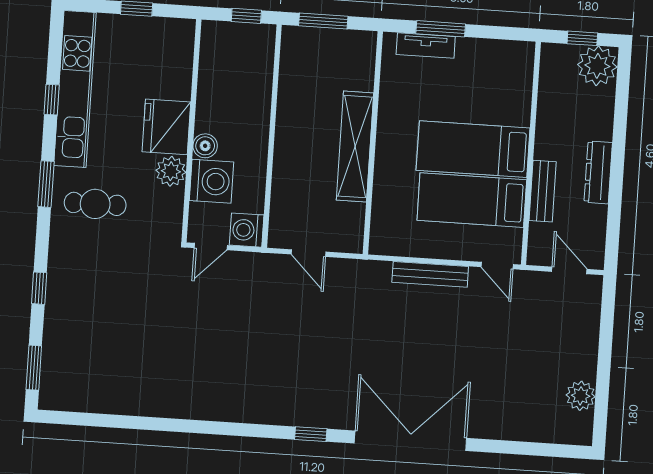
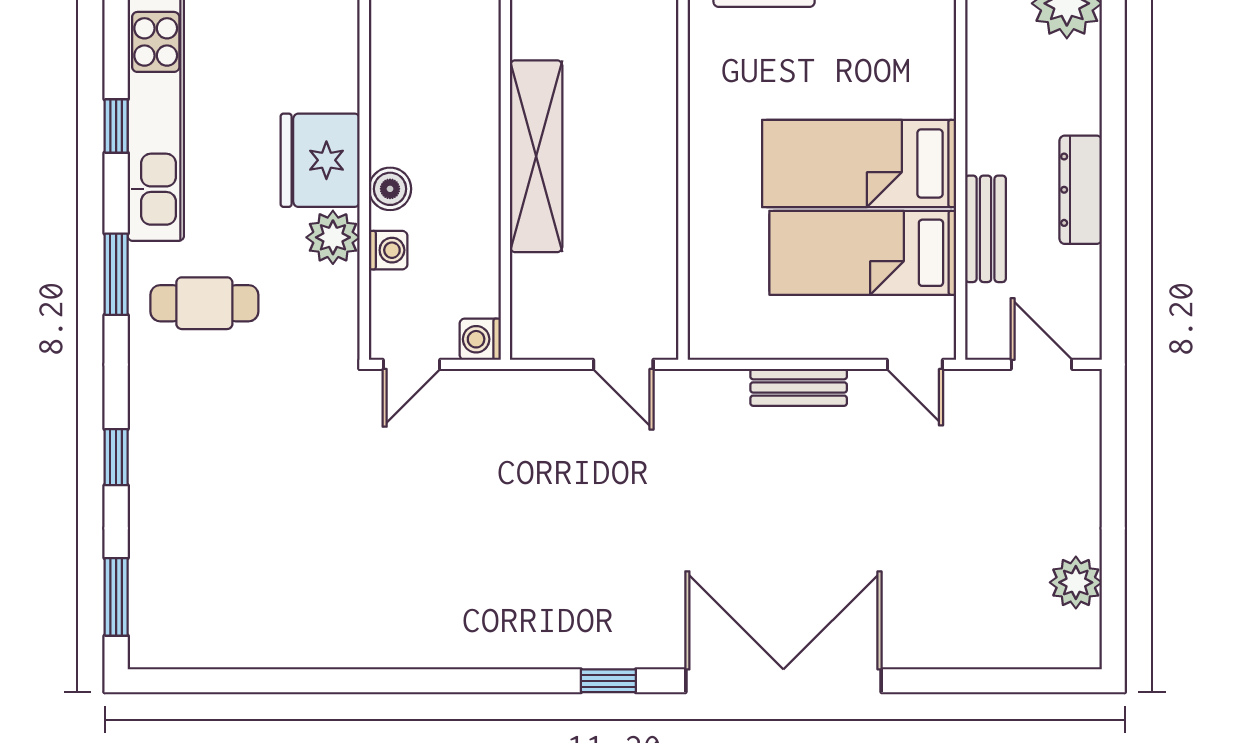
shelving: (355, 147) -> (536, 156), moved
washing machine: (211, 181) -> (388, 250), width x0.53, depth x0.53
washing machine: (247, 230) -> (480, 339), width x0.73, depth x0.73
door: (309, 253) -> (623, 364), moved
bench: (430, 274) -> (799, 387), width x0.73

